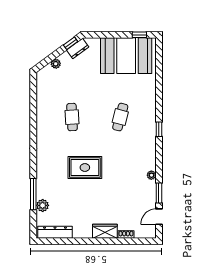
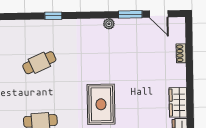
cafe table: (120, 117) -> (39, 63), turned -39
wardrobe: (105, 231) -> (178, 102), moved

